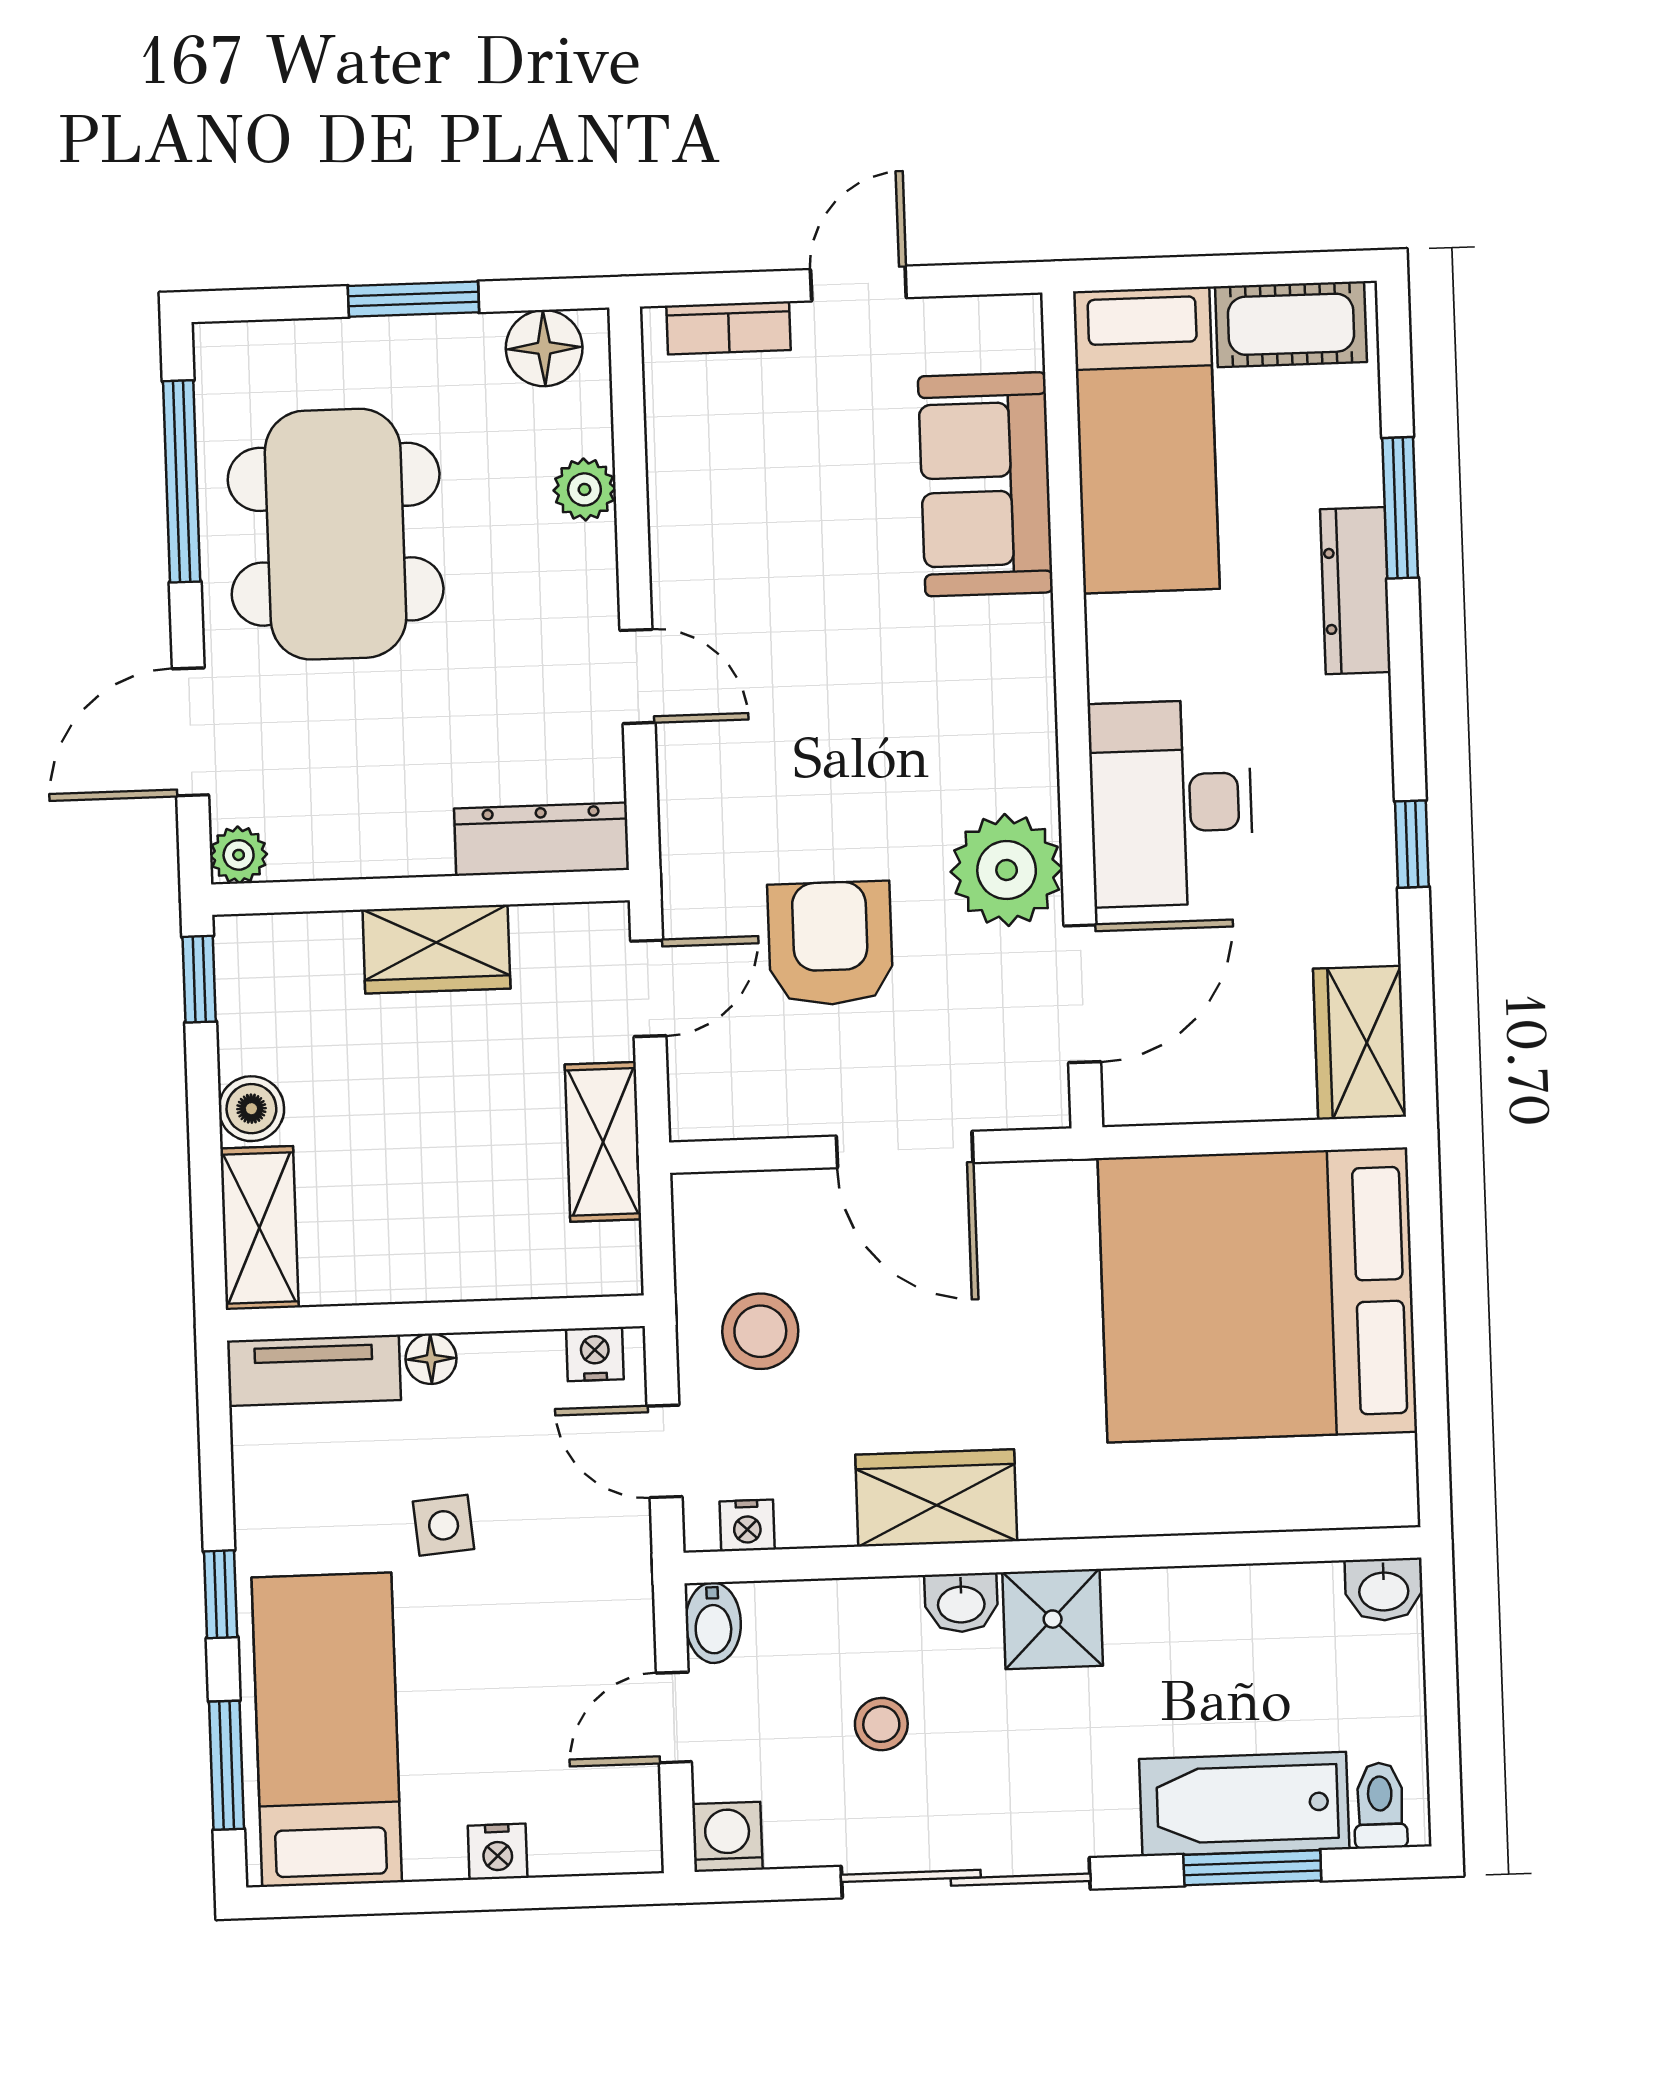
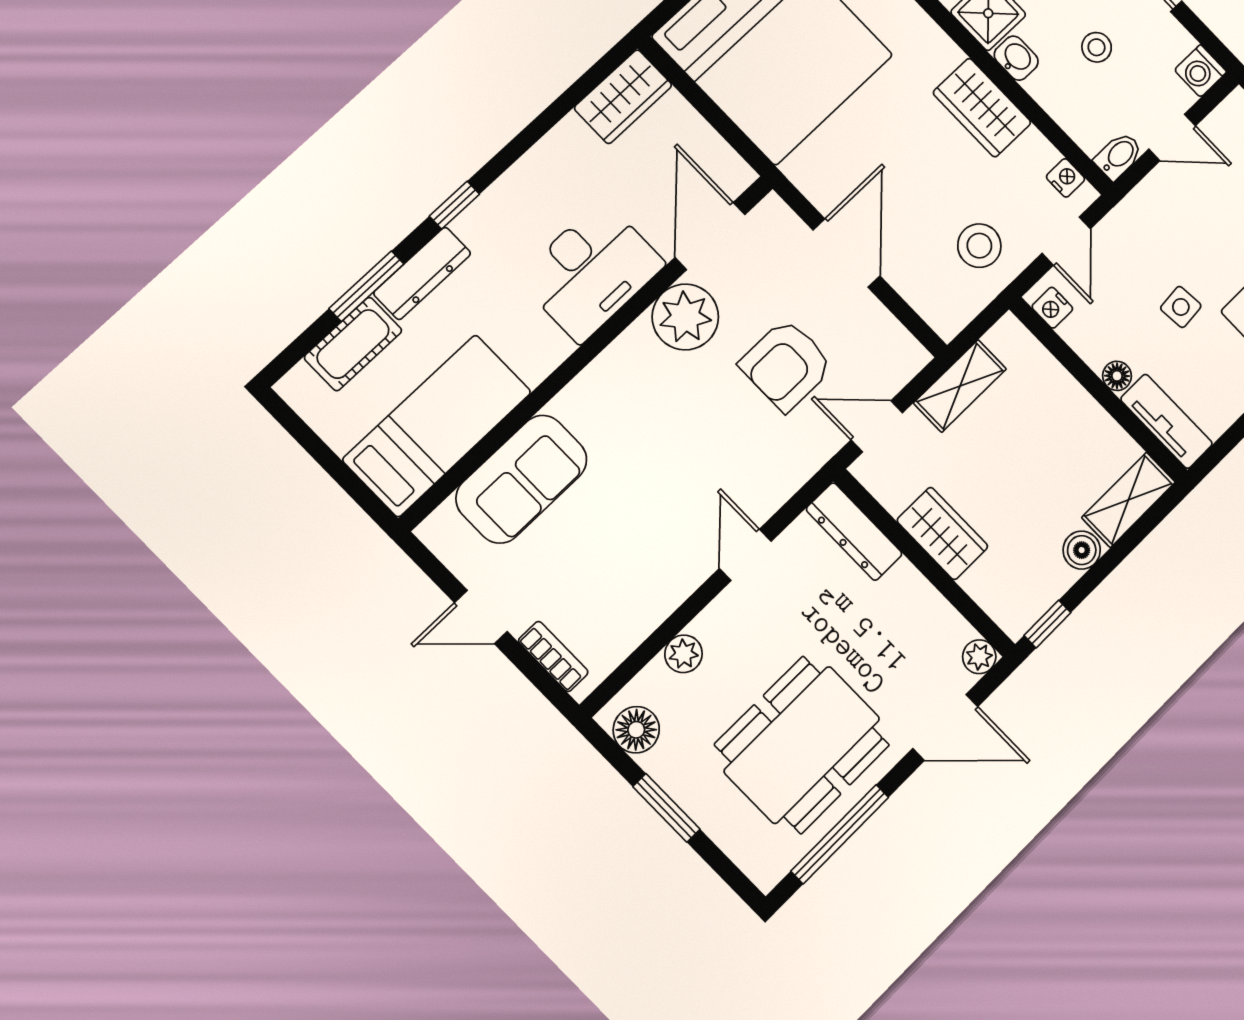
cot: (1291, 324) -> (353, 344), moved, turned 90
window: (1412, 844) -> (454, 205), moved
door: (1082, 994) -> (710, 236), hinge flipped

